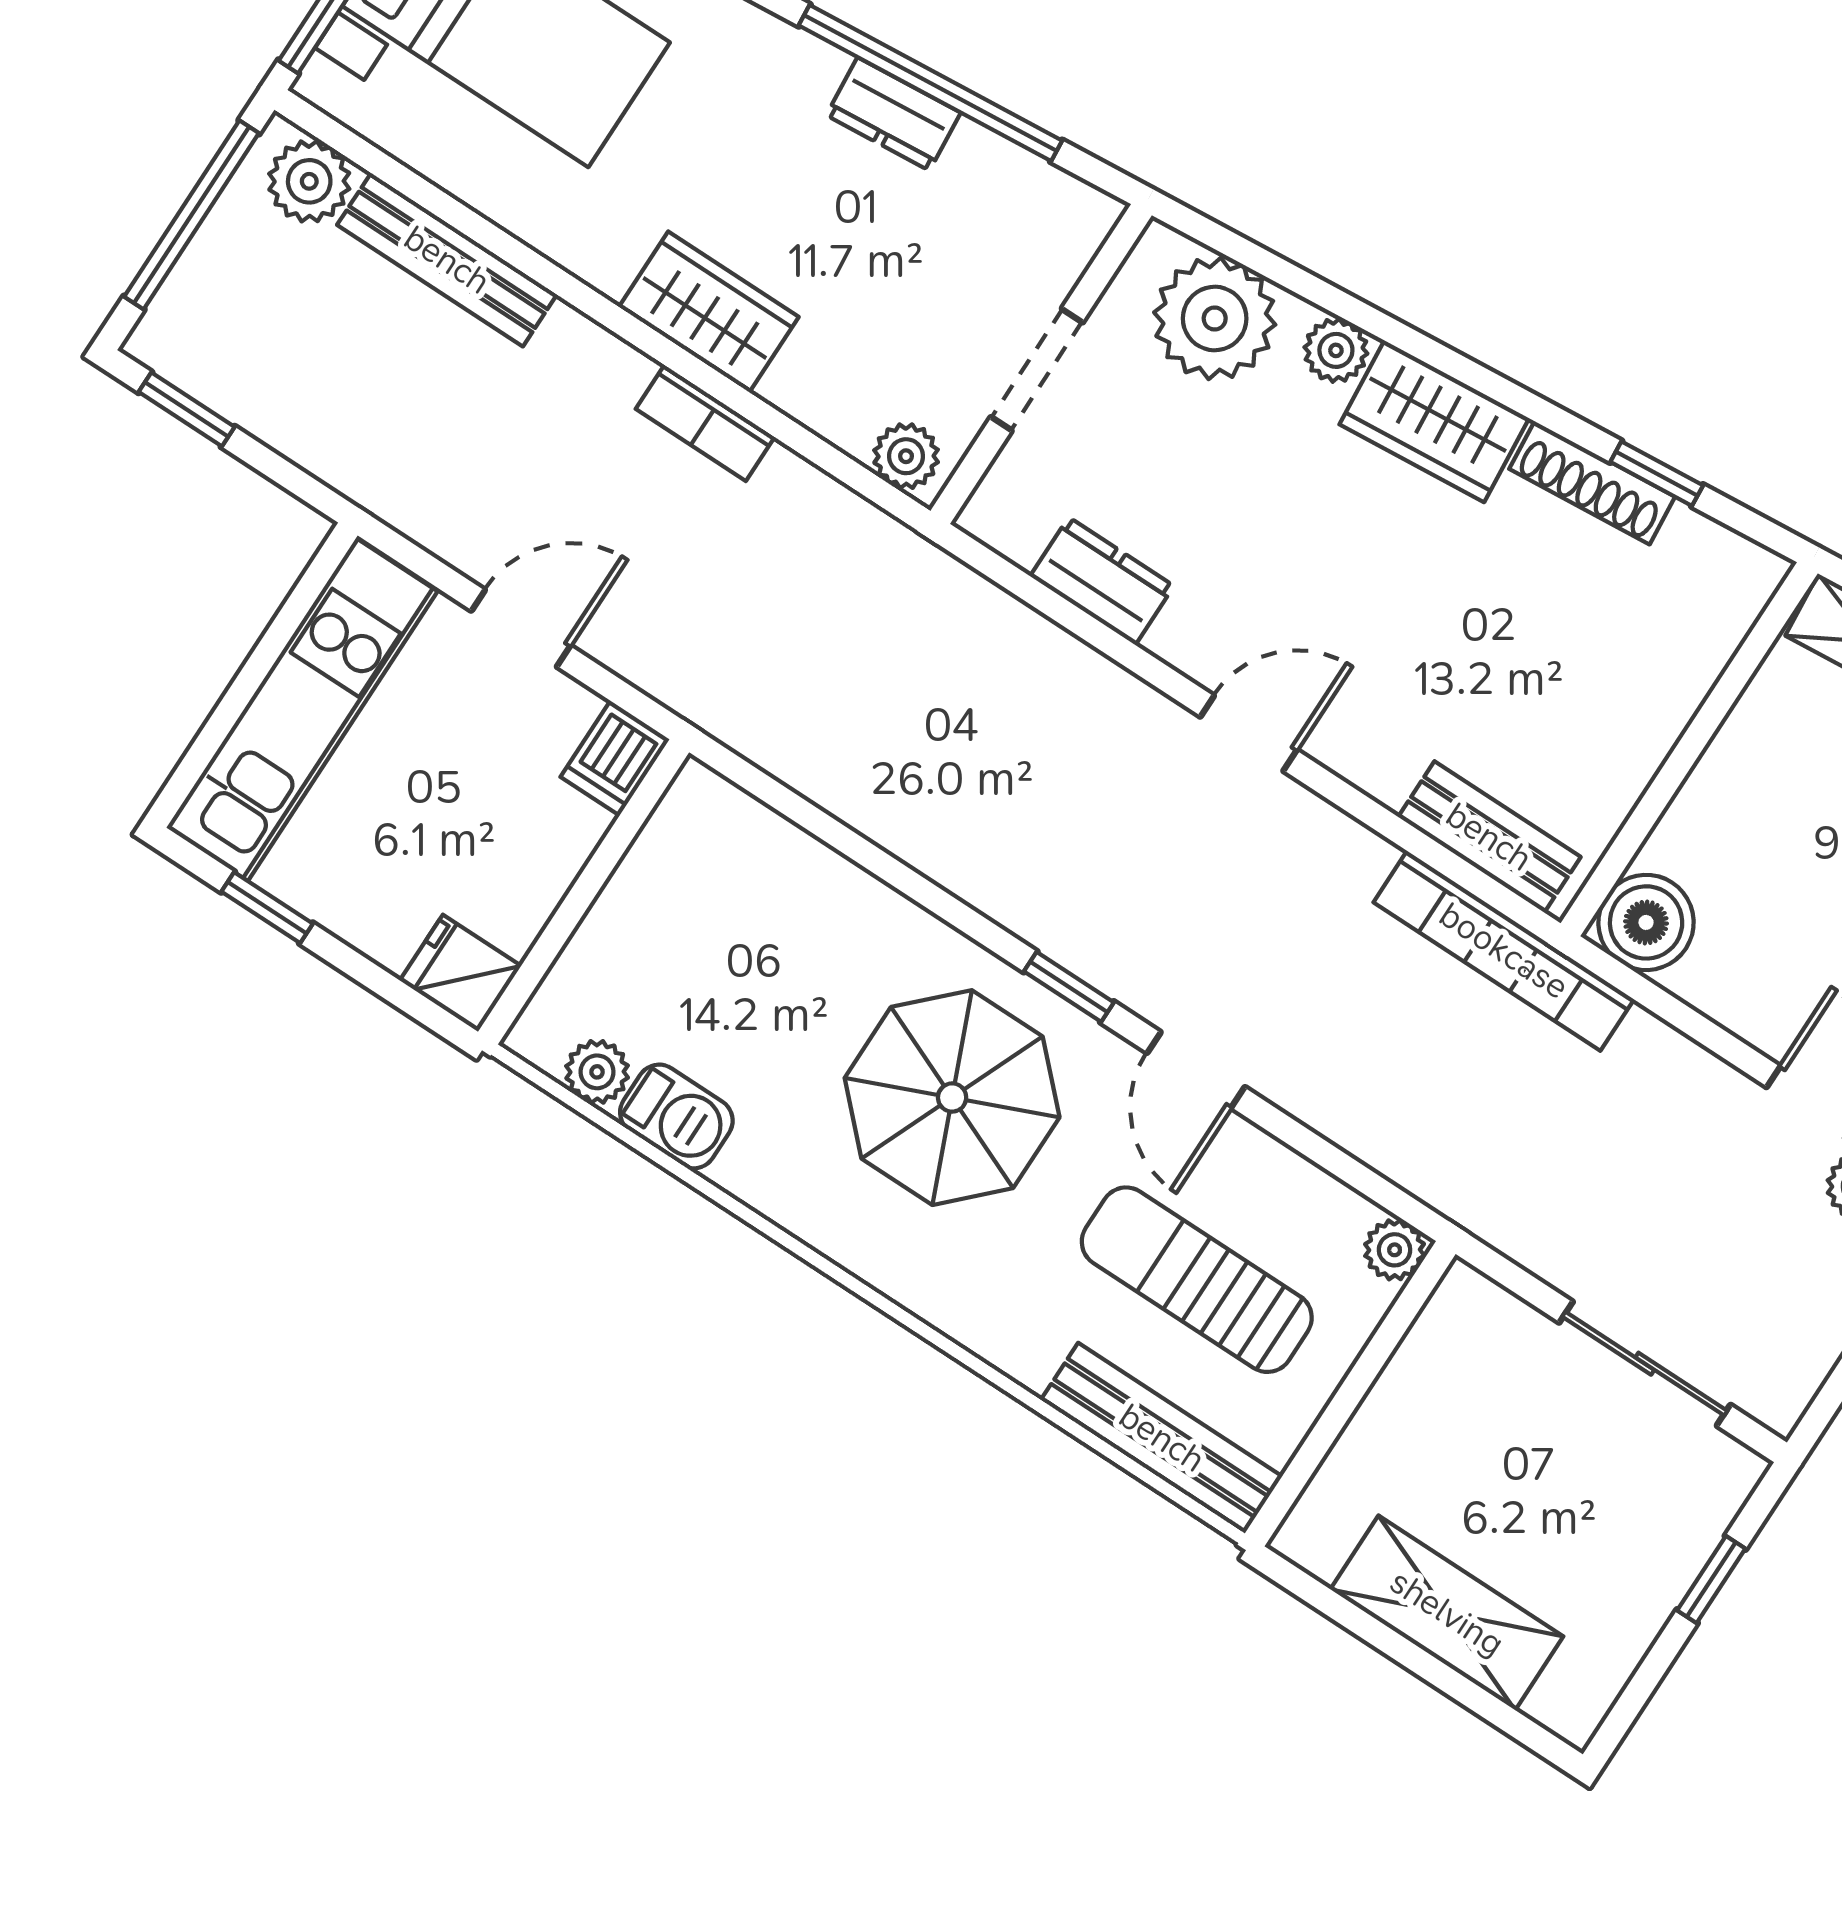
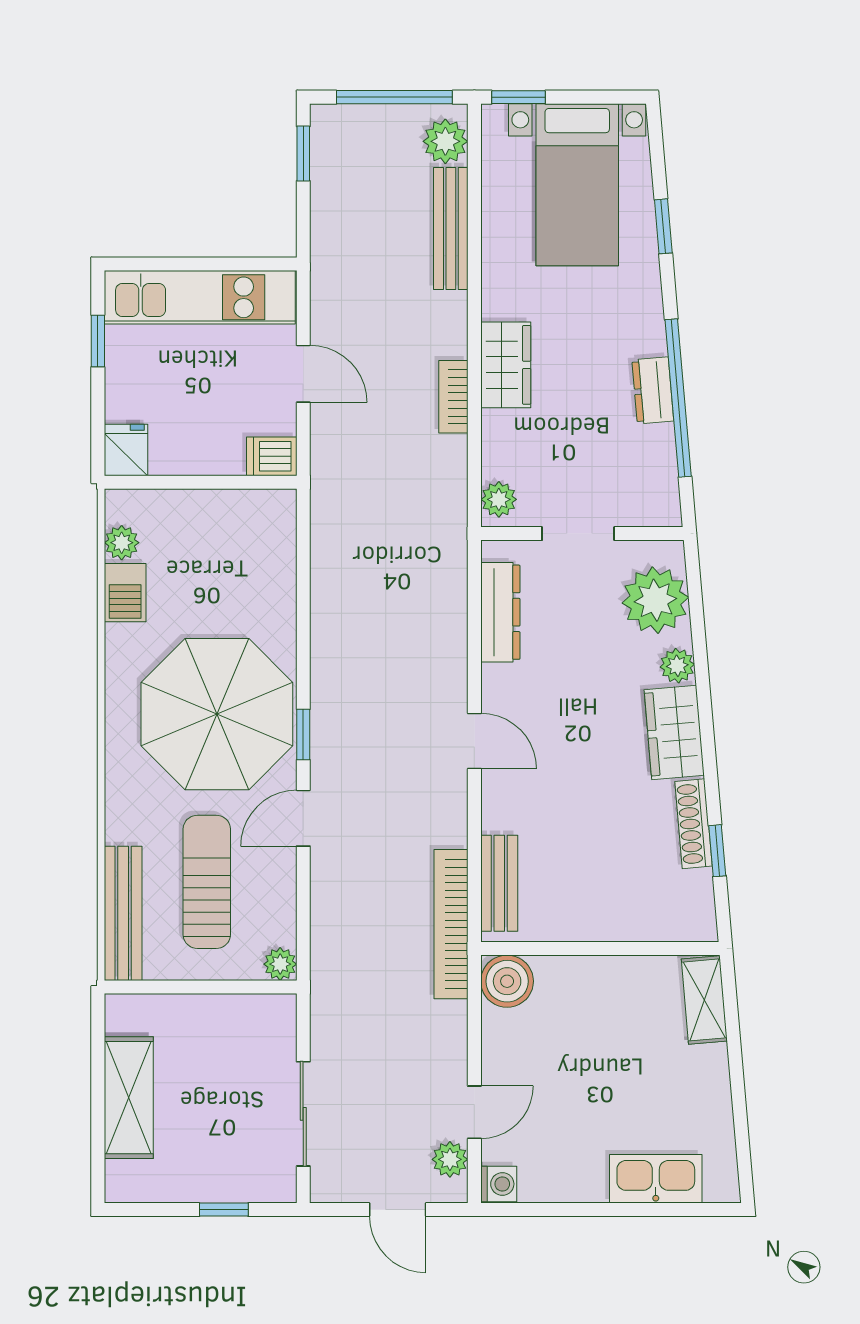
dresser: (1102, 581) -> (500, 612), width x1.44
parasol: (952, 1098) -> (217, 714), width x1.36, depth x1.36

